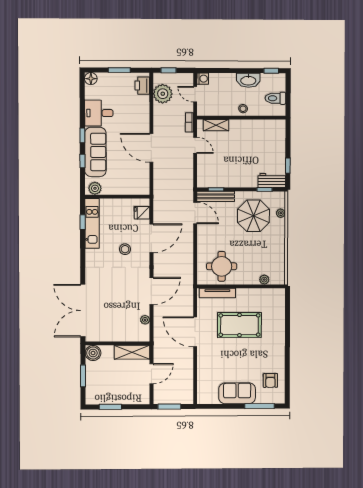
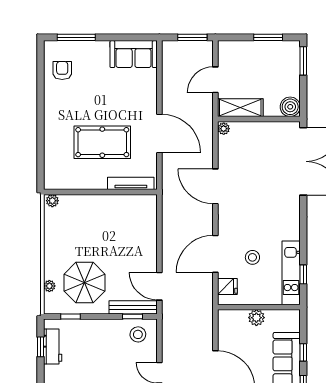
stool: (212, 175) -> (138, 334), added
workbench: (272, 181) -> (53, 346), moved, turned -90
plant: (95, 188) -> (256, 318), moved
stool: (125, 249) -> (252, 257), moved
round table: (222, 266) -> (125, 218), removed
plant: (264, 280) -> (52, 201), moved
door: (151, 291) -> (215, 186), hinge flipped
plant: (145, 320) -> (224, 129), moved
window: (83, 376) -> (303, 61), moved
sofa: (237, 393) -> (134, 54), moved

